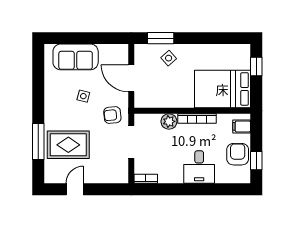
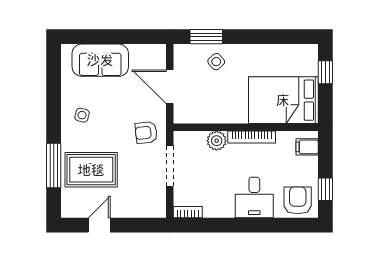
side table: (83, 96) -> (82, 115), moved
armchair: (238, 154) -> (298, 200), moved

